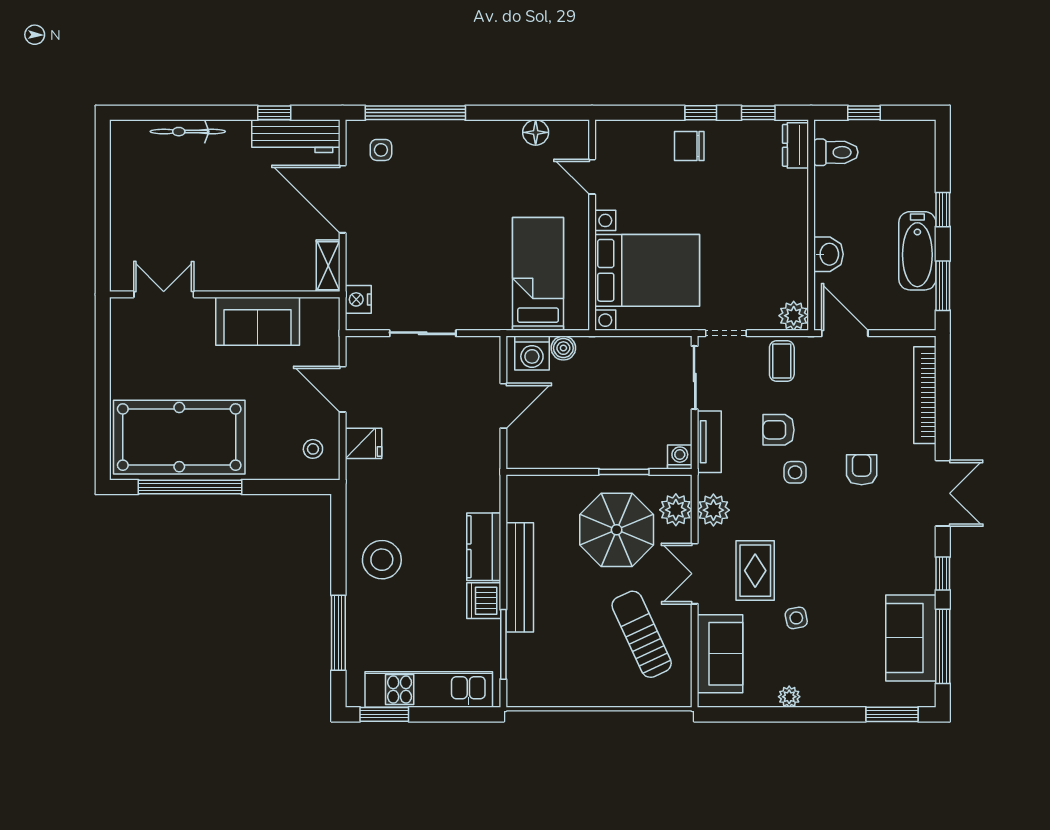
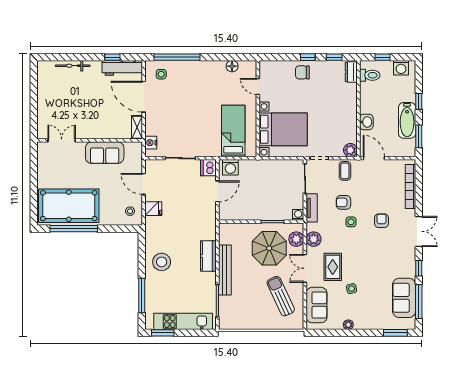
washing machine: (904, 136) -> (401, 68), added
boiler: (563, 348) -> (245, 165), removed
dishwasher: (484, 601) -> (208, 168), moved

